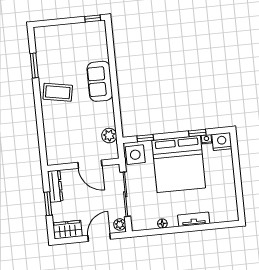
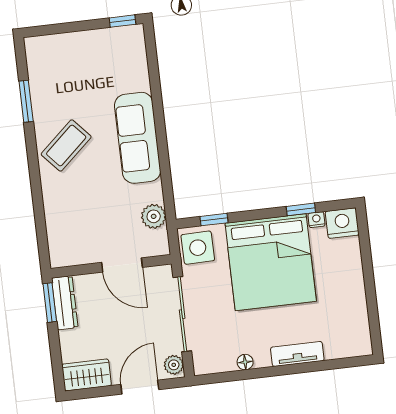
sofa: (100, 81) -> (138, 138), width x1.36
coffee table: (58, 92) -> (66, 145), turned -52
window: (48, 204) -> (50, 303), moved

